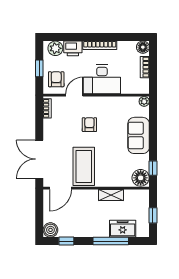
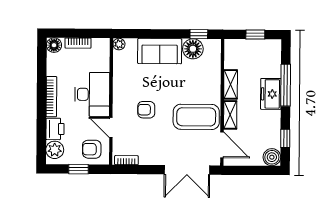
floor lamp: (141, 178) -> (193, 49), moved
shelving: (86, 195) -> (230, 115), added
freezer: (123, 229) -> (271, 94), moved

